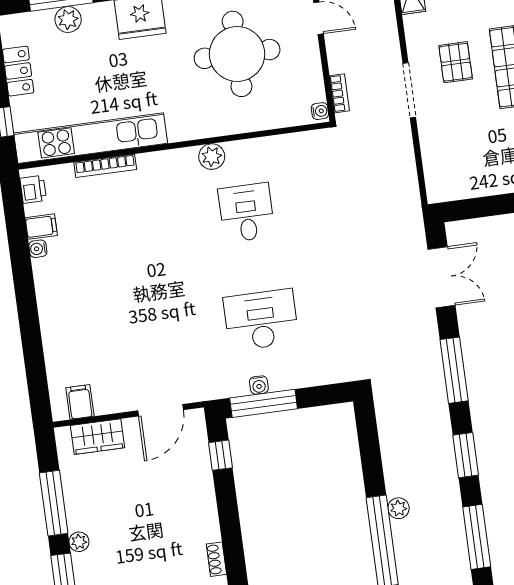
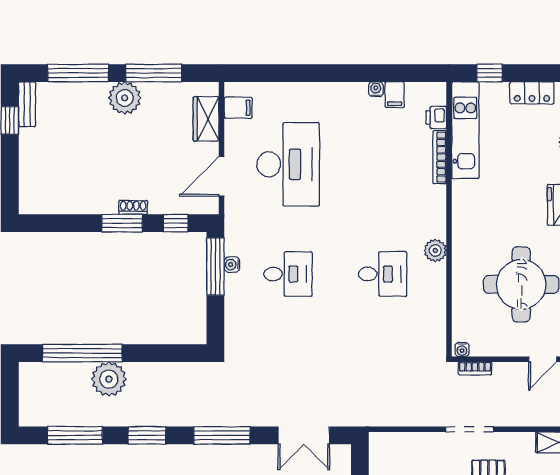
kitchen unit: (91, 138) -> (465, 130), width x0.73
printer: (33, 189) -> (436, 117), moved, turned 90
desk: (261, 320) -> (288, 274), width x0.73
desk: (137, 337) -> (288, 164), added
door: (161, 410) -> (222, 176), hinge flipped
plant: (398, 508) -> (109, 379), width x1.88, depth x1.88
window: (229, 516) -> (122, 223), added
plant: (79, 542) -> (125, 98), width x1.88, depth x1.88
shoe rack: (216, 559) -> (133, 207), moved

